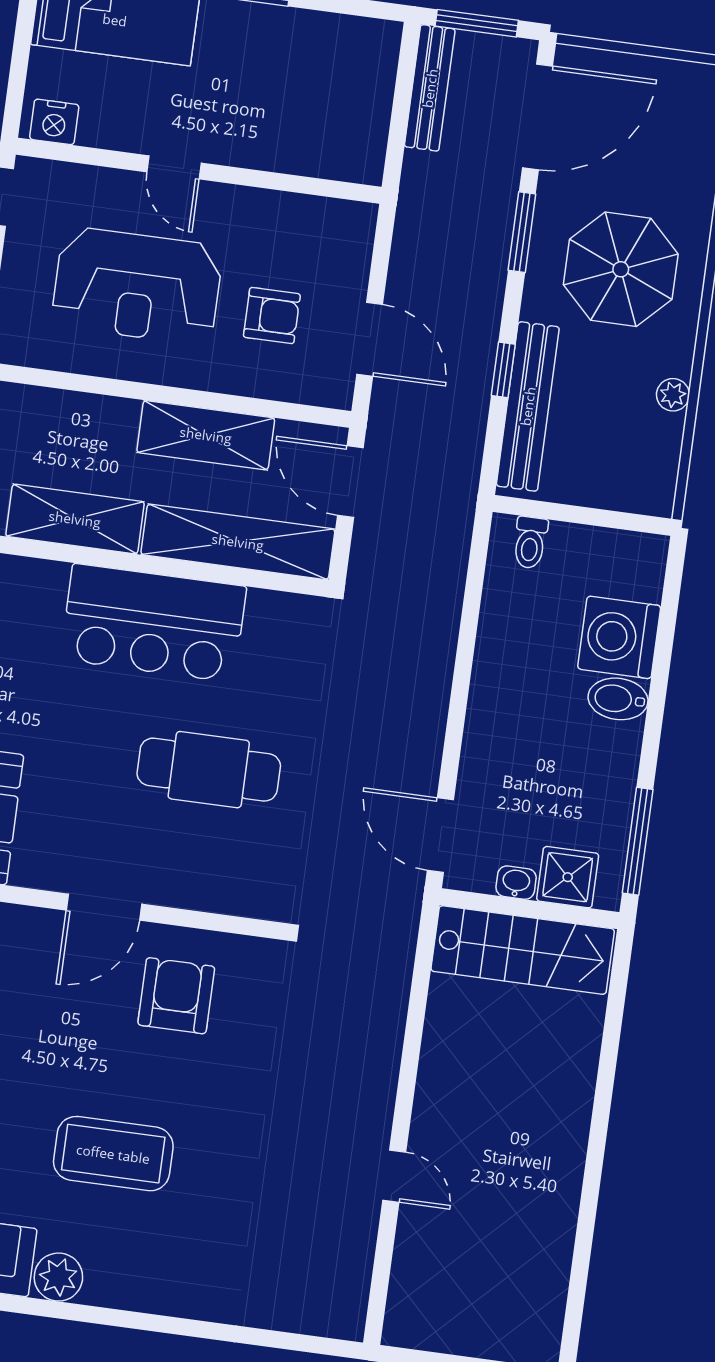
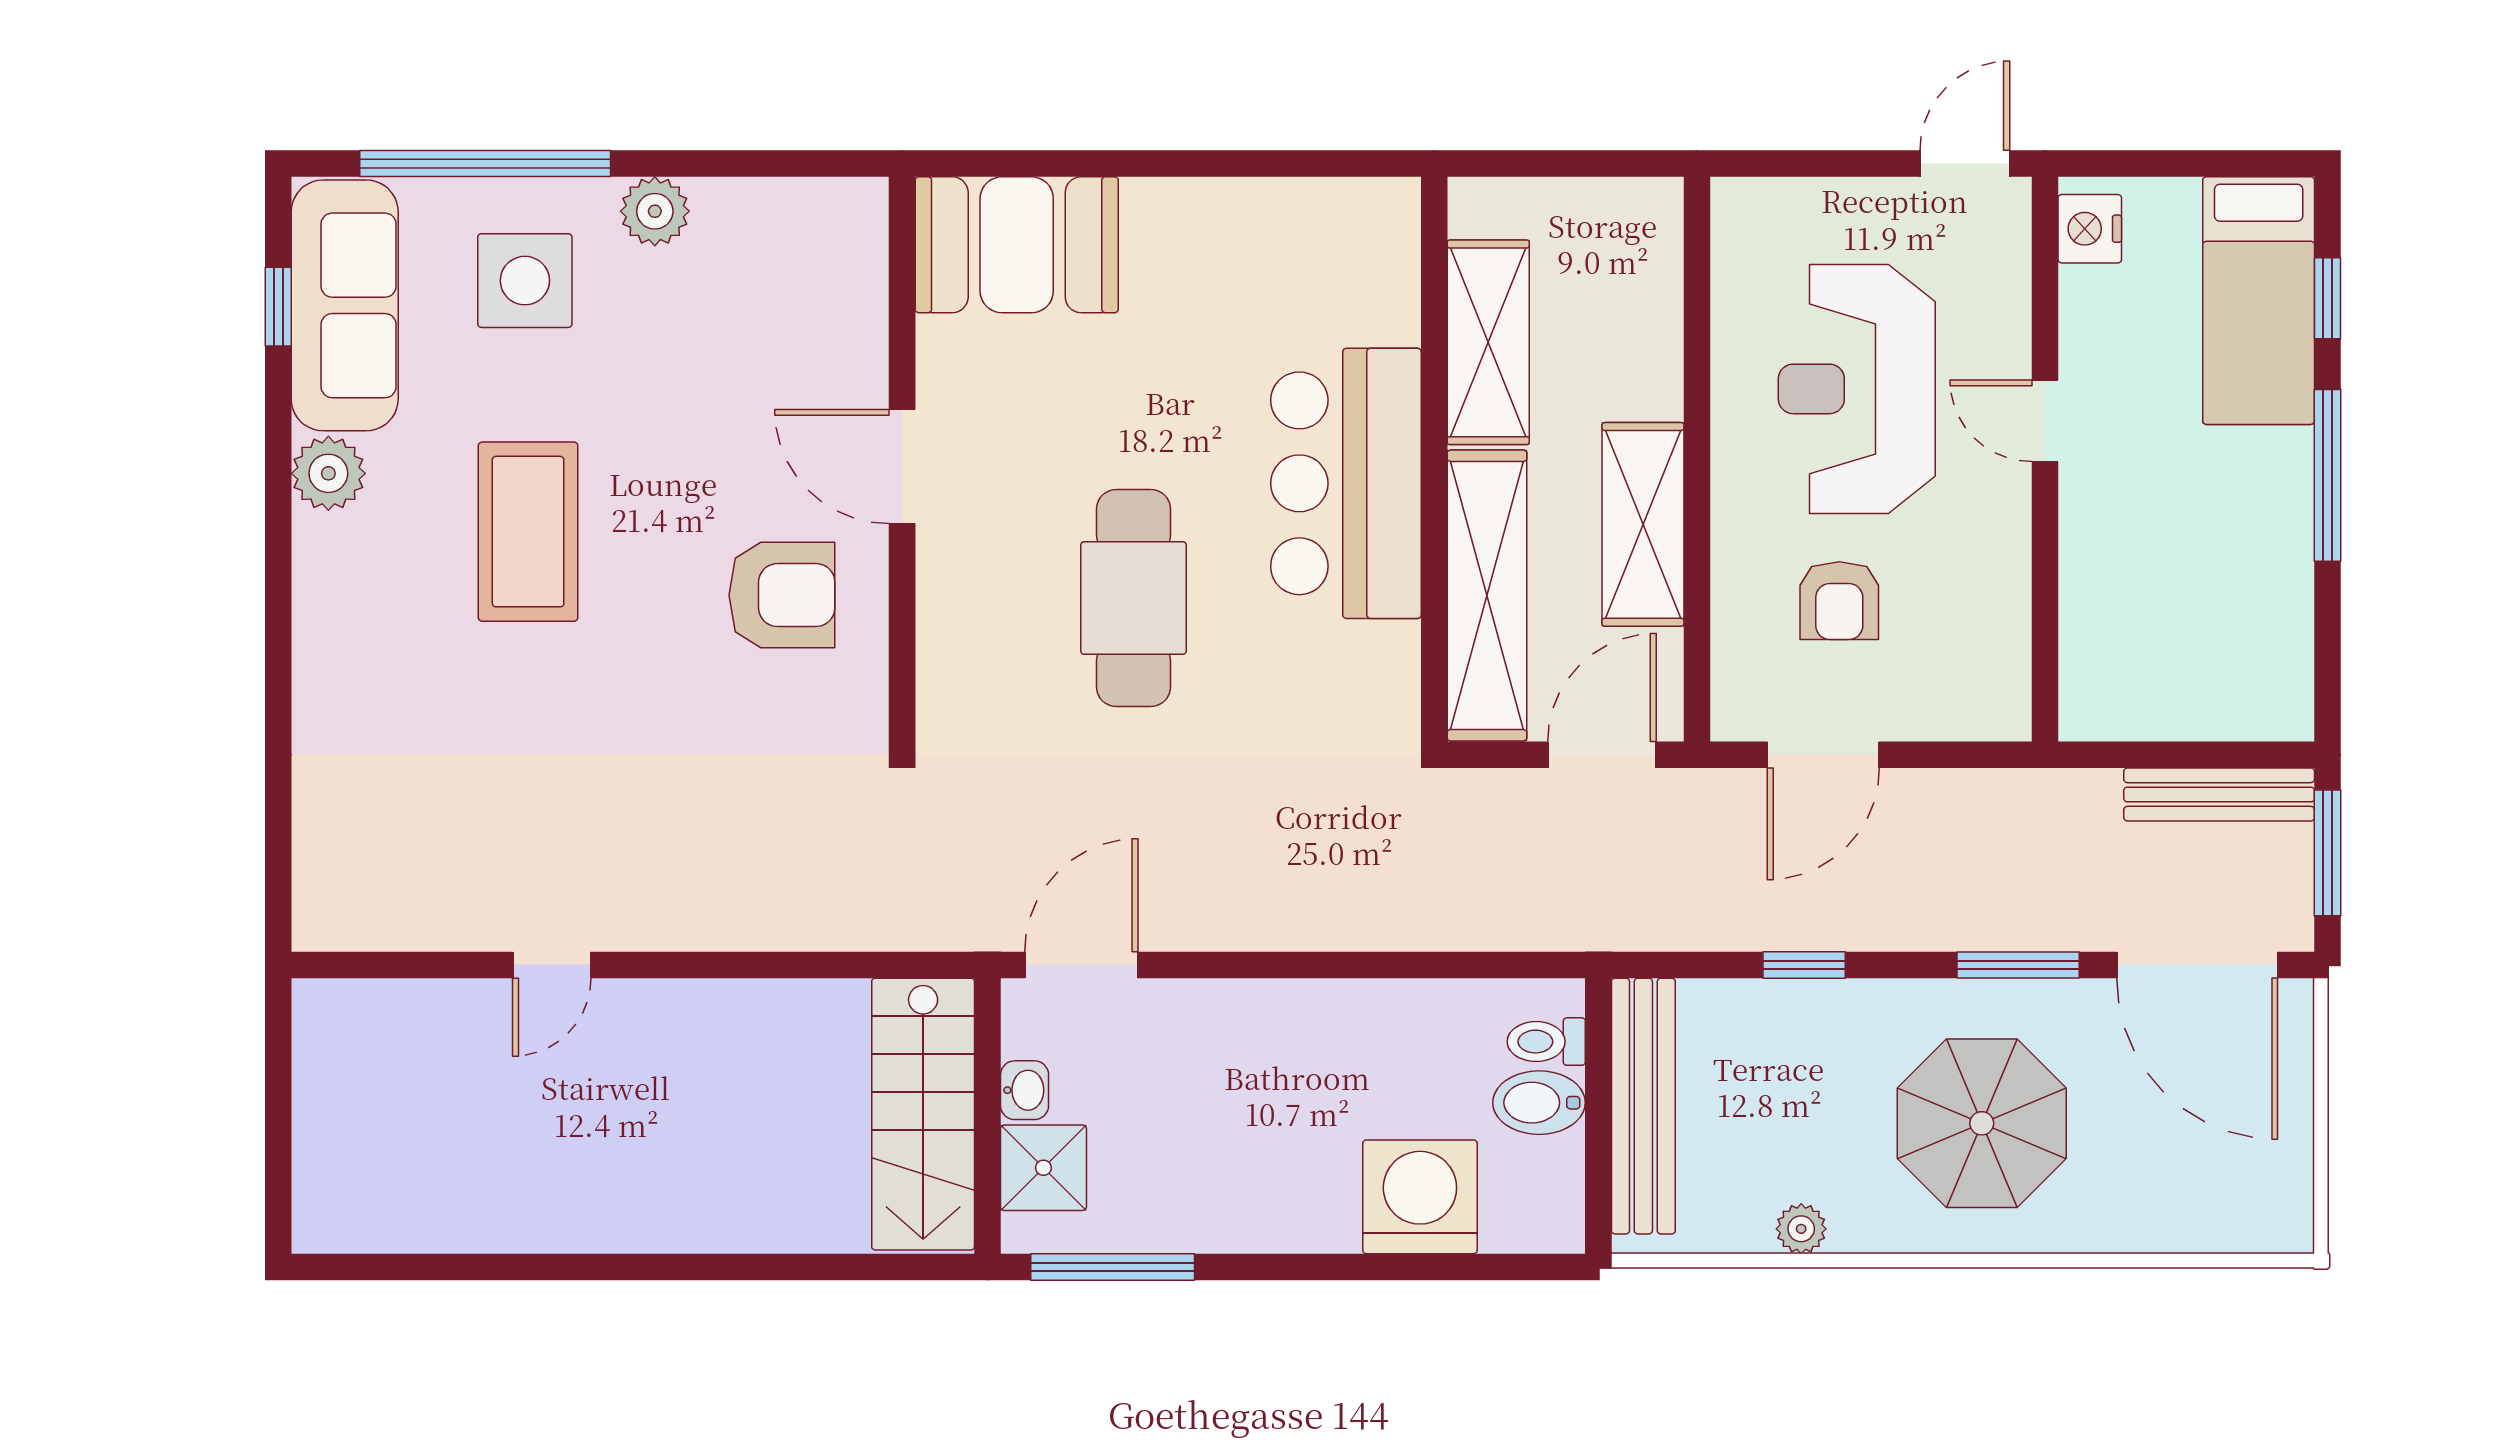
door: (174, 167) -> (2045, 421), hinge flipped
bench: (528, 406) -> (1643, 1106), moved, turned 90
bidet: (618, 699) -> (1539, 1103), moved, turned -90

